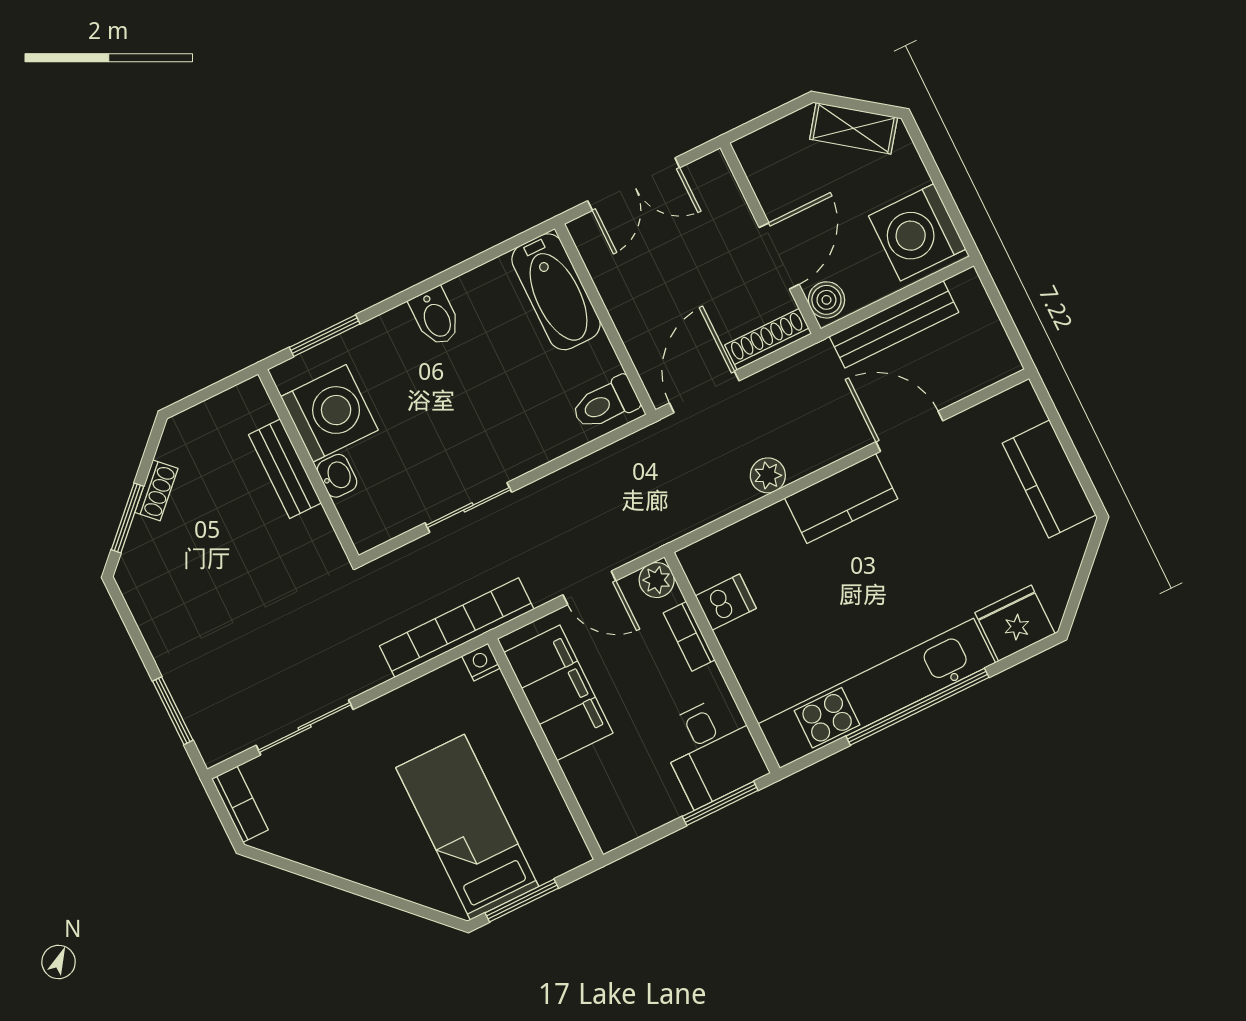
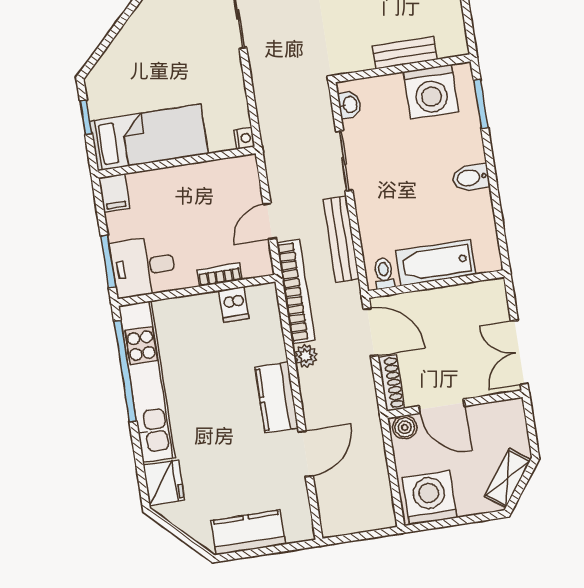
double door: (634, 184) -> (519, 352), moved
bathtub: (556, 292) -> (436, 263), moved
bench: (894, 324) -> (341, 239), moved
toilet: (605, 403) -> (384, 273), width x0.73, depth x0.72
washbasin: (337, 476) -> (349, 105), moved, turned -90
plant: (657, 580) -> (262, 265), removed
bookcase: (457, 628) -> (296, 292), moved
filing cabinet: (558, 693) -> (114, 193), moved, width x0.33, depth x0.86
window: (917, 707) -> (125, 371), moved
bed: (467, 827) -> (149, 137), moved
window: (522, 901) -> (86, 117), width x0.67

